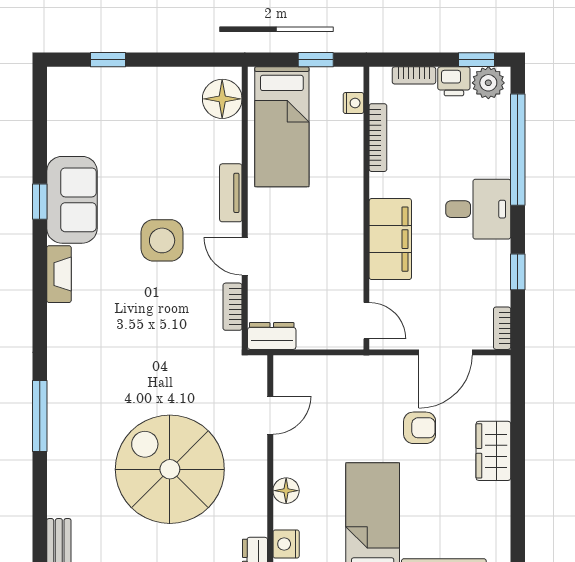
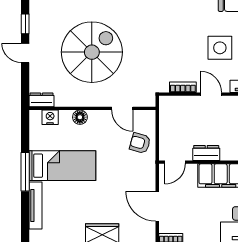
door: (245, 256) -> (211, 94), hinge flipped
dresser: (272, 336) -> (206, 153), moved, turned -90
armchair: (420, 428) -> (140, 143), moved, turned 106

